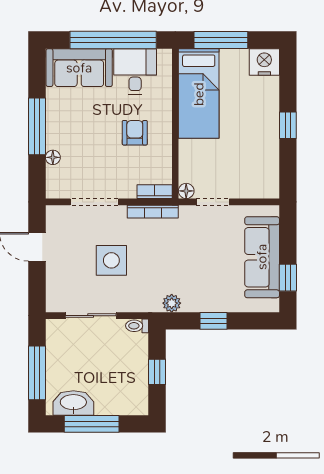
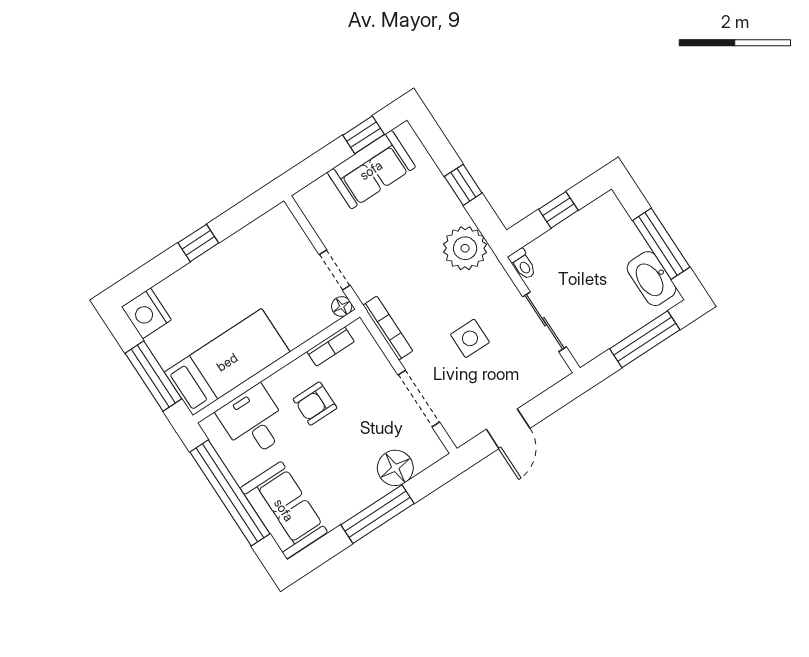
desk: (135, 71) -> (253, 422), moved, turned 90
floor lamp: (53, 157) -> (395, 468), width x1.89, depth x1.89
bookcase: (155, 192) -> (331, 347), moved, turned -90
sofa: (262, 257) -> (371, 170), width x0.73
side table: (111, 260) -> (470, 338), width x0.73, depth x0.73
plant: (172, 303) -> (465, 248), width x1.88, depth x1.88

